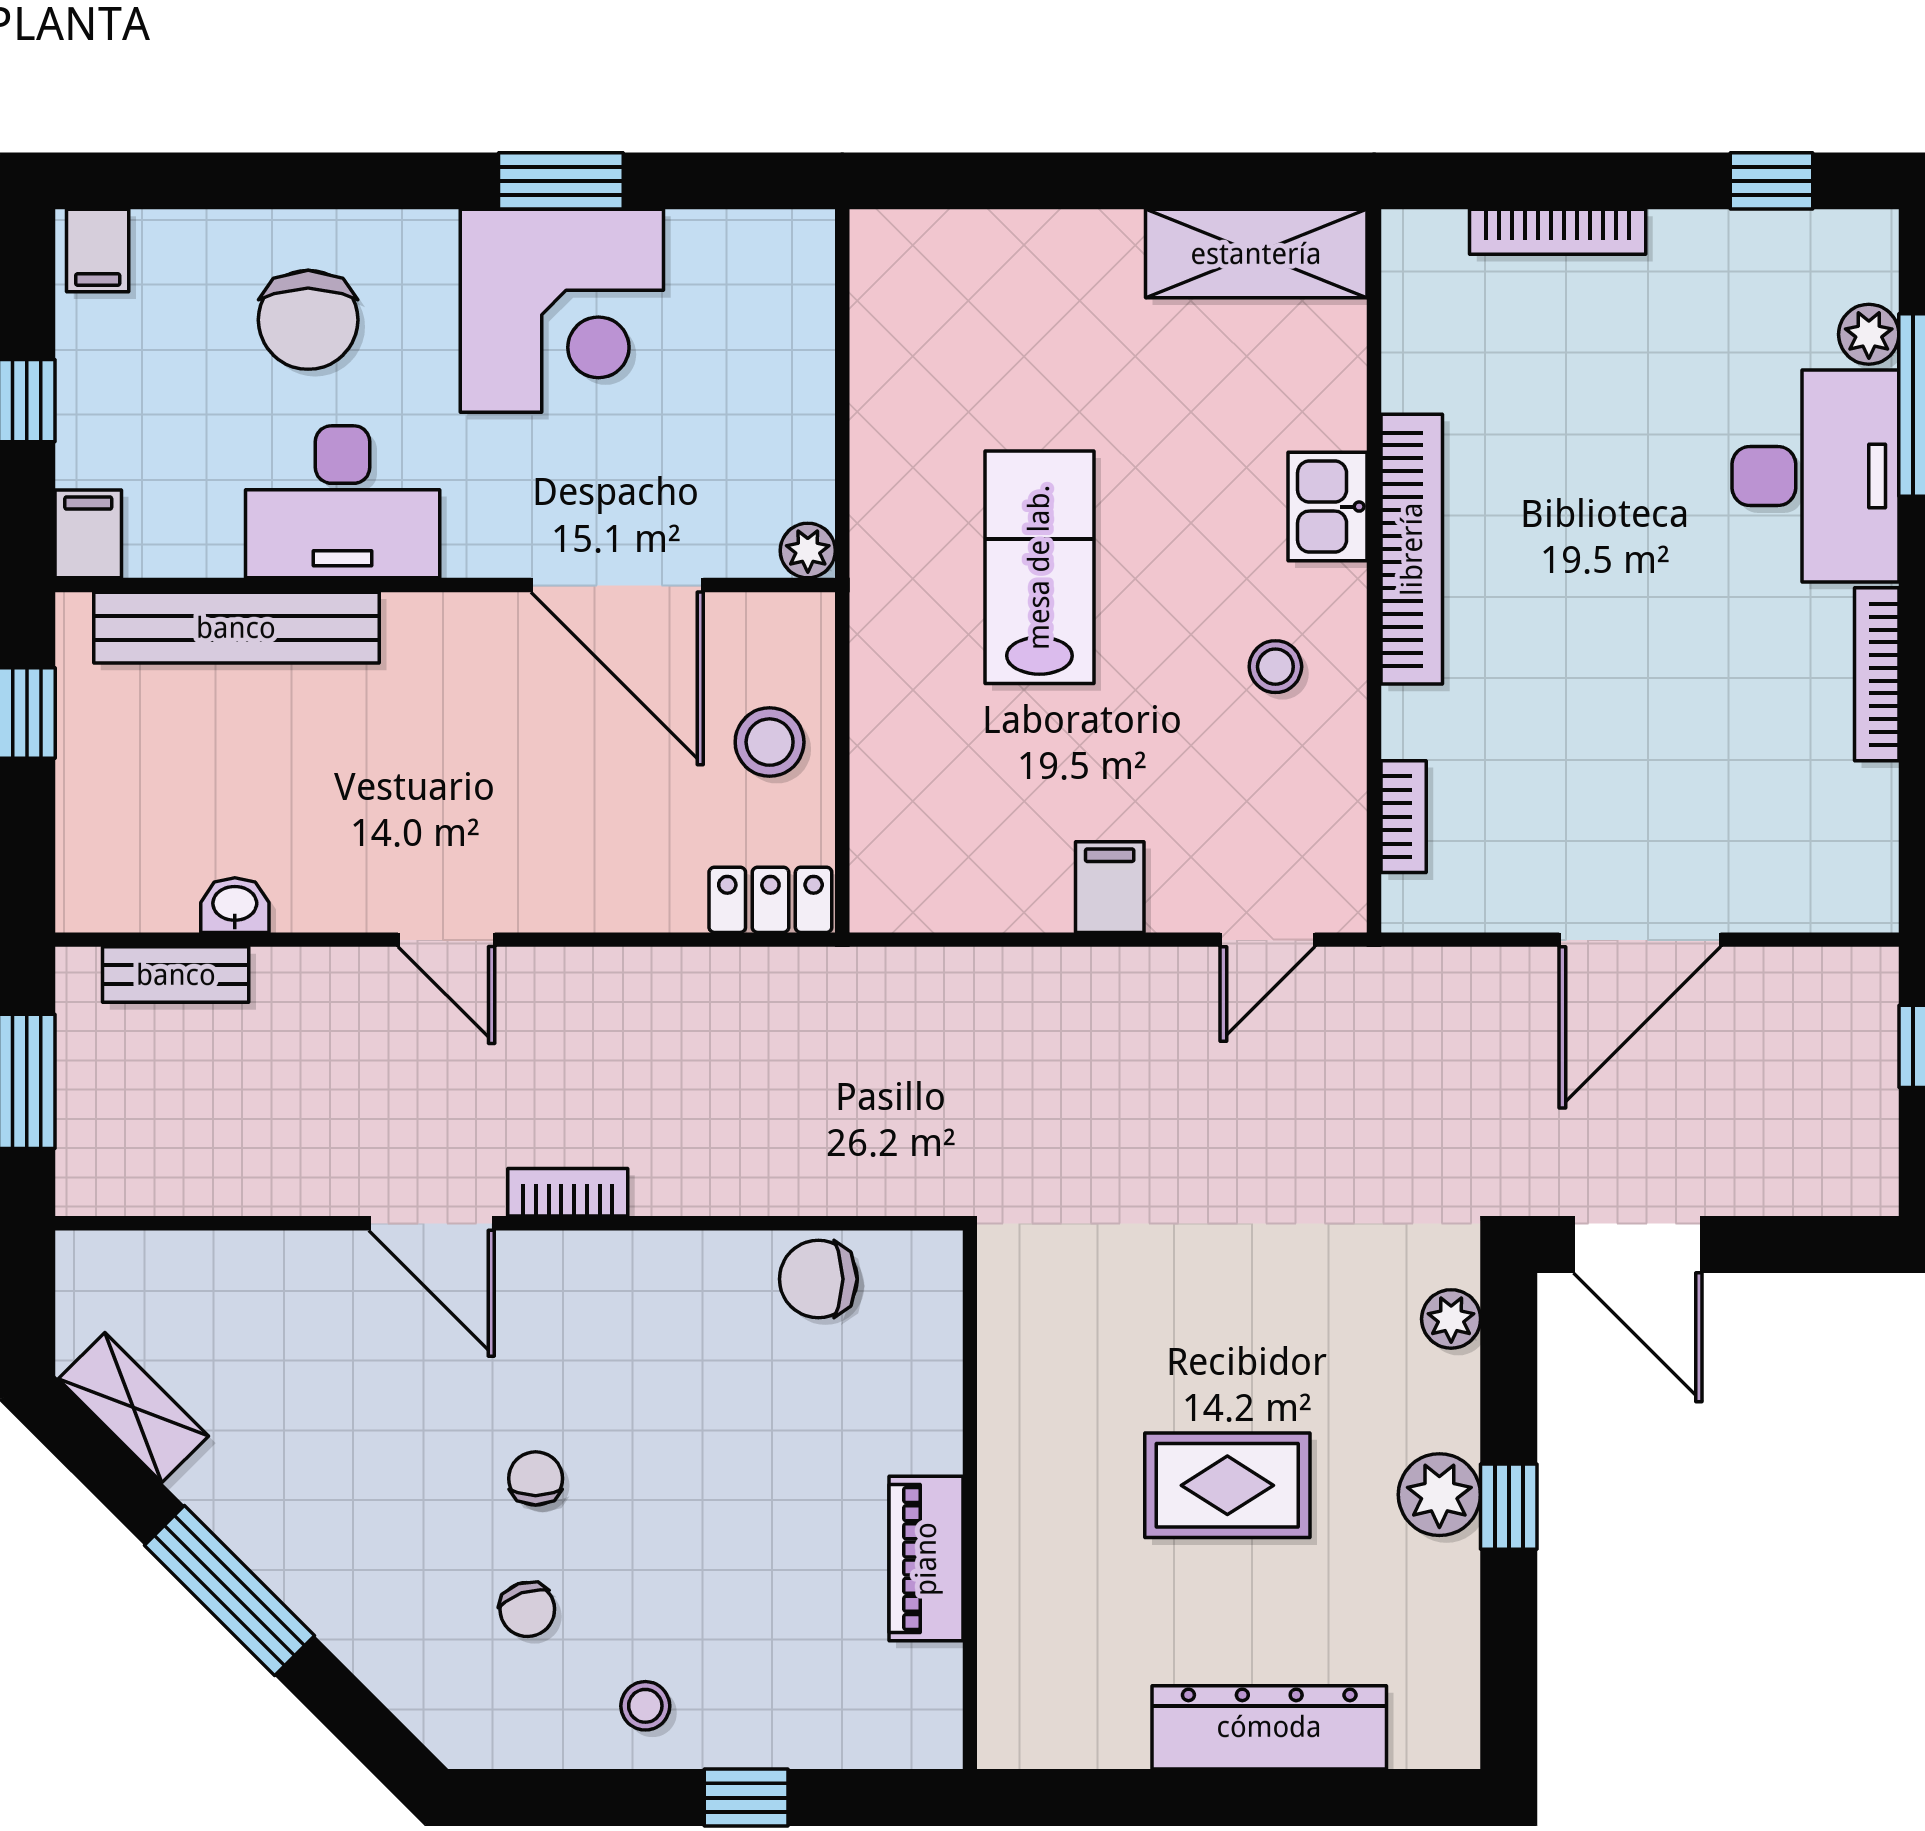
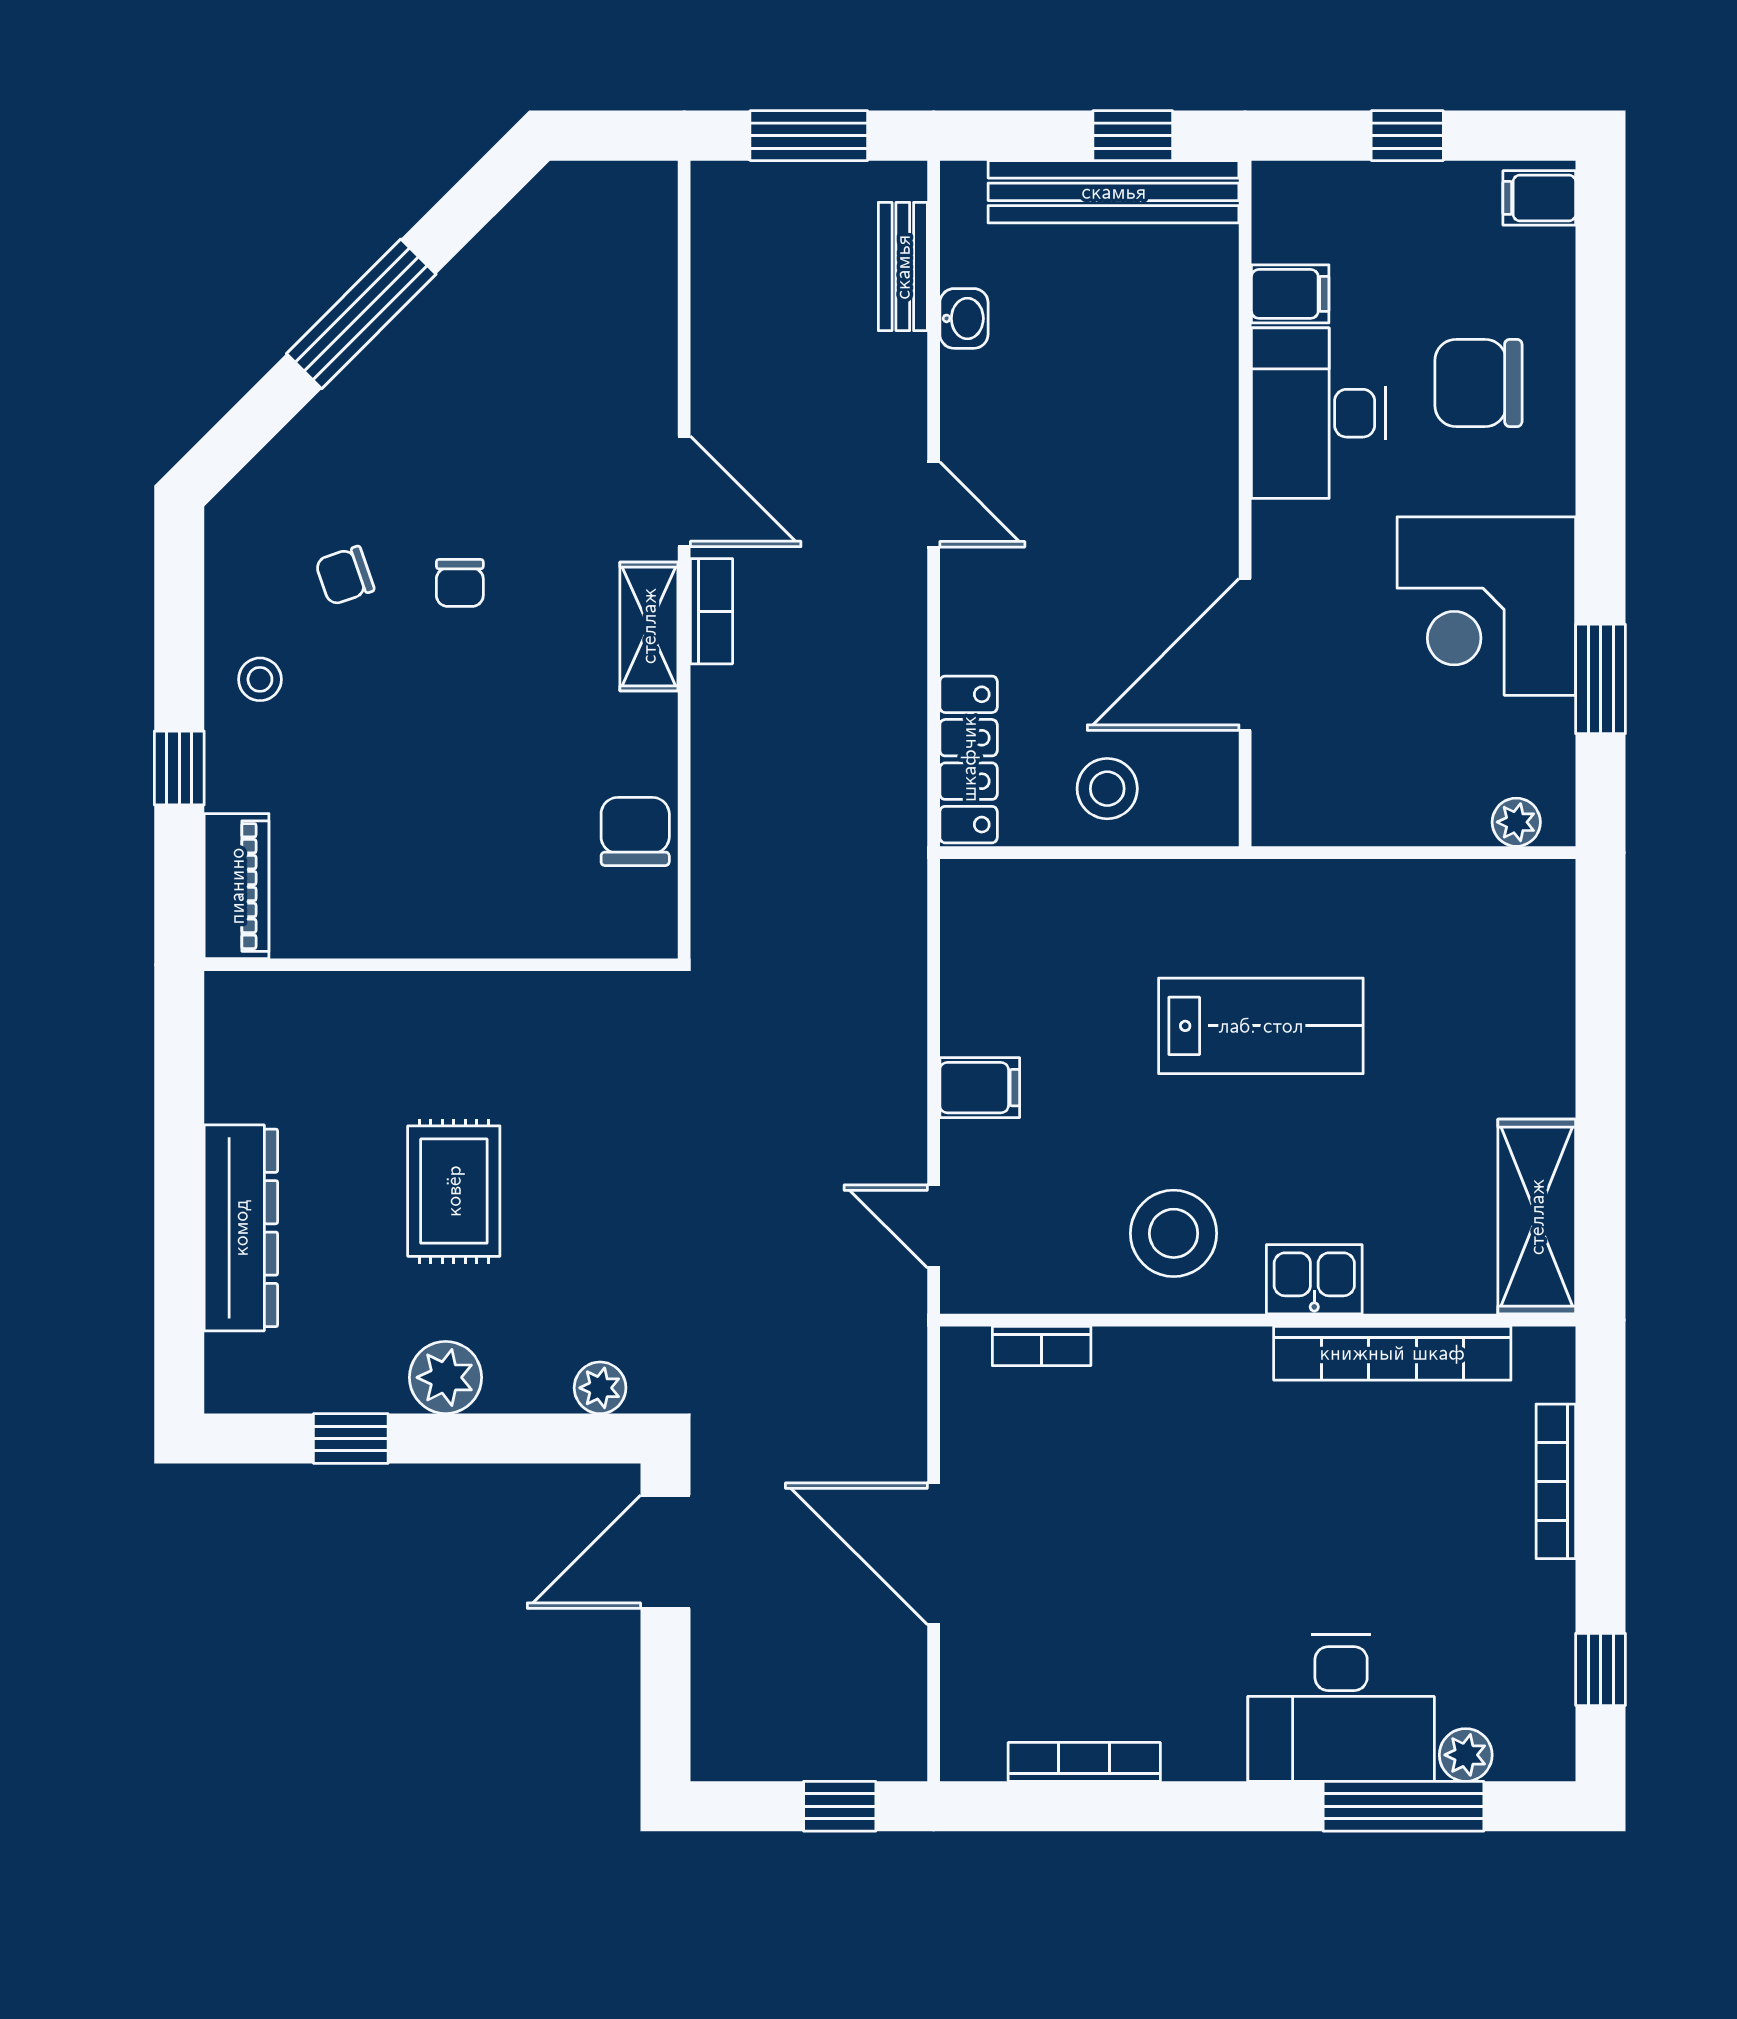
window: (561, 181) -> (1601, 679), moved
filing cabinet: (88, 534) -> (1290, 294), moved
bookcase: (1412, 549) -> (1392, 1353), moved
plant: (808, 551) -> (1516, 822), moved
bench: (236, 628) -> (1114, 192), moved, turned 90
stool: (1275, 667) -> (1174, 1233), width x1.89, depth x1.89
bookcase: (1877, 674) -> (1084, 1762), moved
locker: (770, 900) -> (969, 759), width x1.53
door: (446, 940) -> (934, 505), swing flipped
door: (432, 1223) -> (684, 491), swing flipped
shelving: (133, 1408) -> (649, 626), moved, turned -45
chair: (536, 1478) -> (460, 583), turned 90
window: (1509, 1507) -> (351, 1439), moved
piano: (926, 1559) -> (237, 886), moved, turned 90

